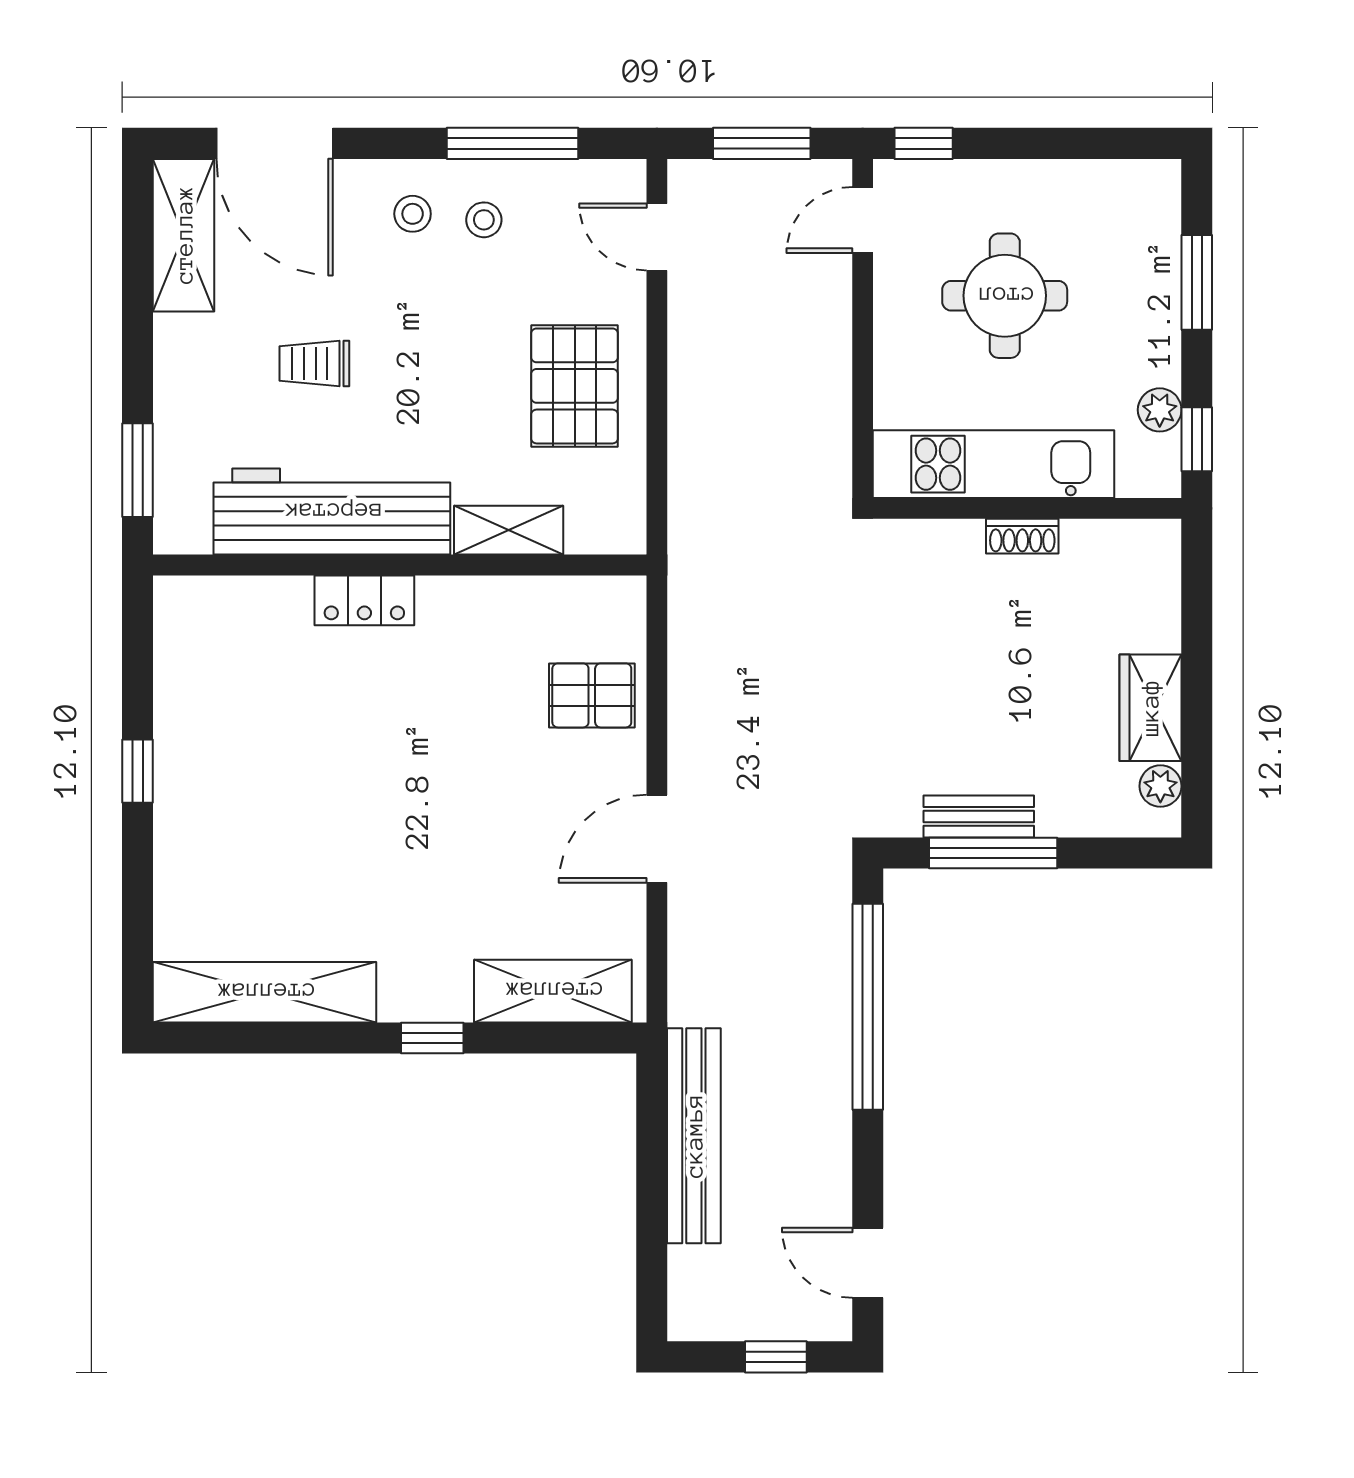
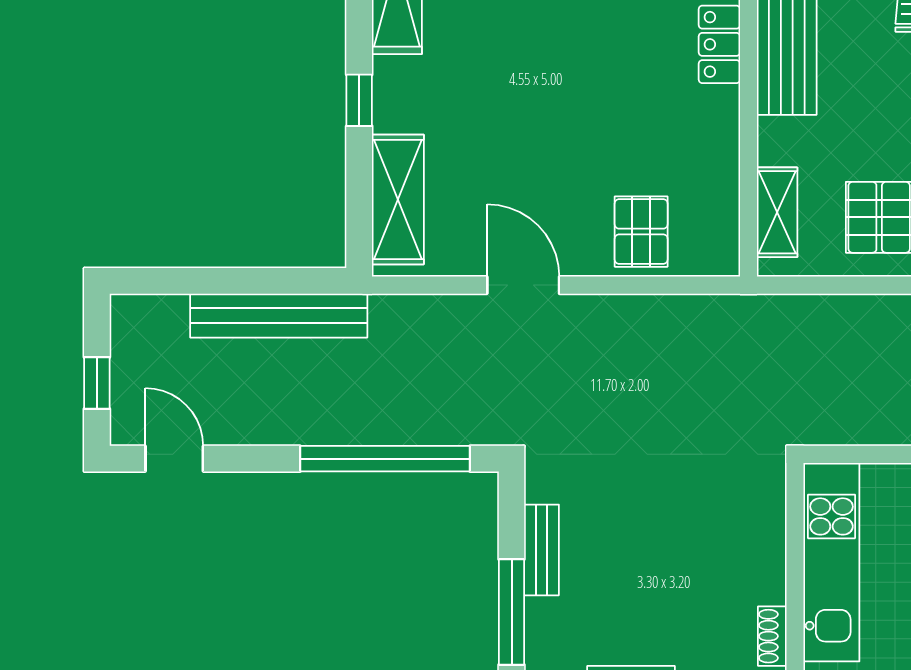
shelving: (509, 530) -> (777, 212), moved
shoe rack: (1022, 536) -> (772, 636), moved
window: (993, 853) -> (512, 612), moved
door: (868, 1263) -> (174, 459), hinge flipped

